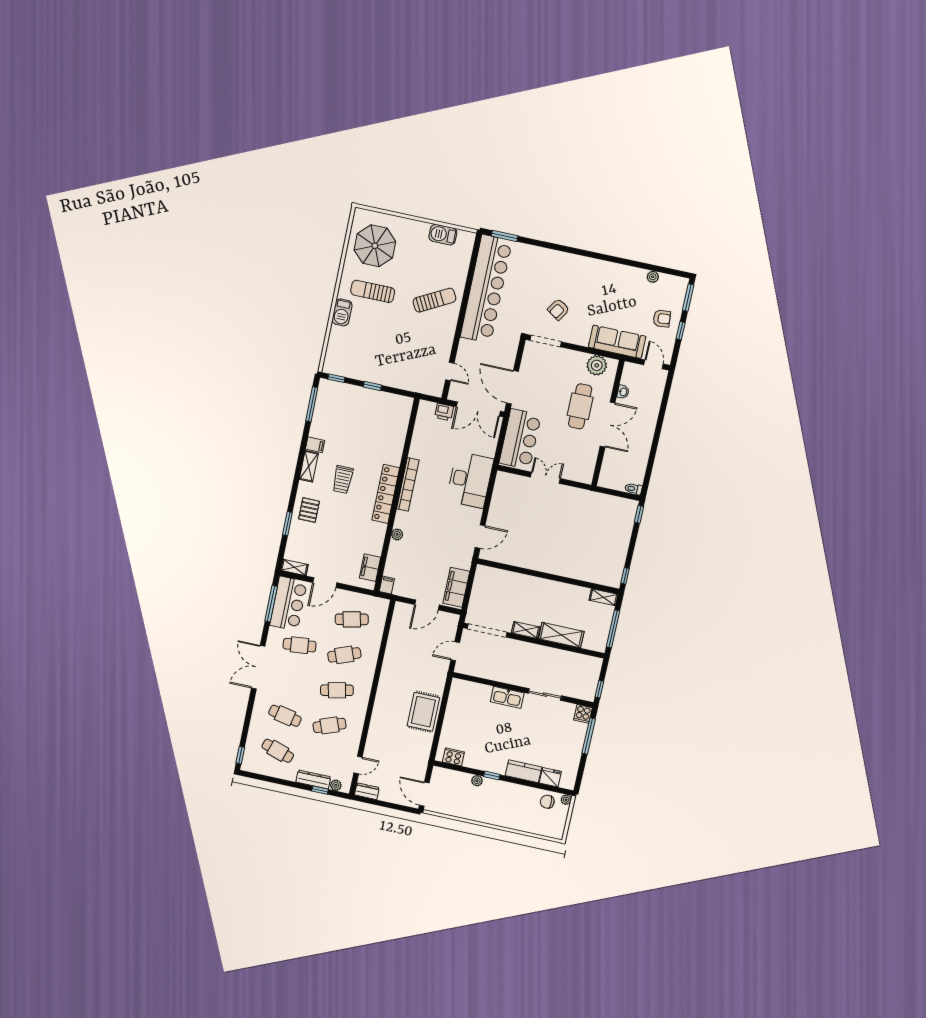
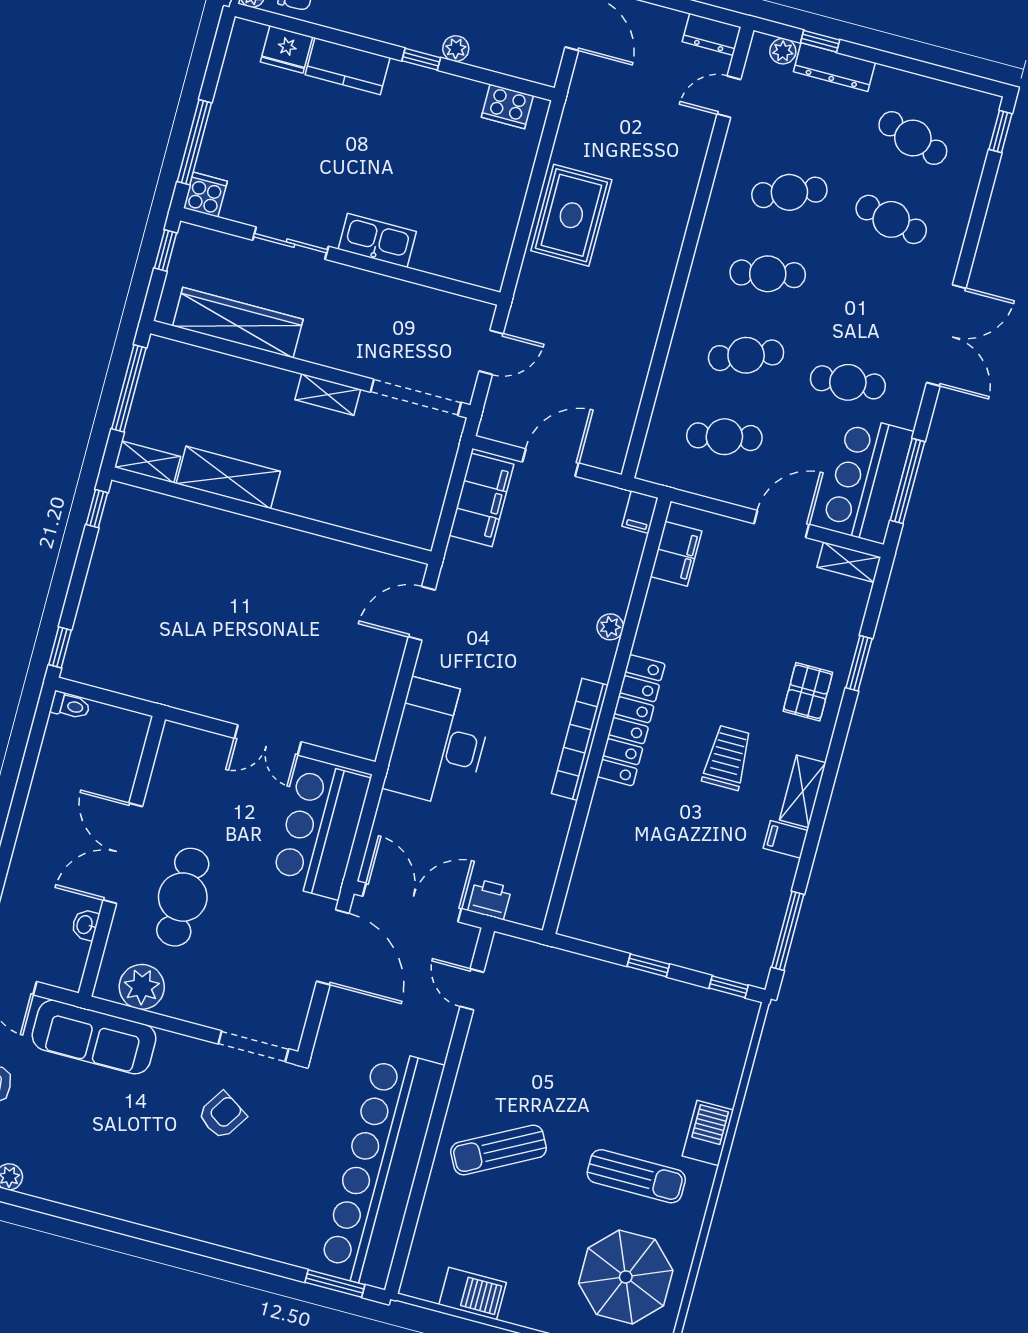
shelving: (561, 635) -> (228, 477), moved
wardrobe: (566, 659) -> (238, 323), added

